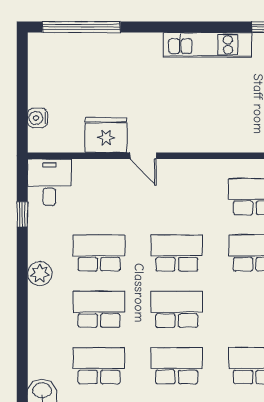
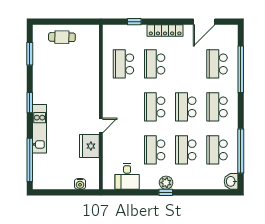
window: (185, 27) -> (30, 103), added
kitchen unit: (208, 45) -> (40, 129), moved
desk: (49, 182) -> (127, 176), moved, turned -90
window: (22, 214) -> (166, 192), moved

